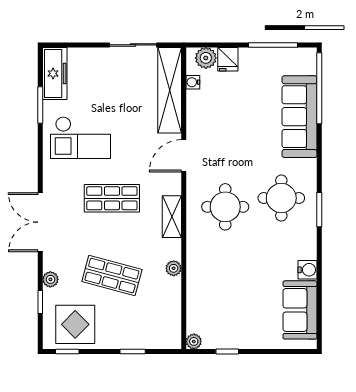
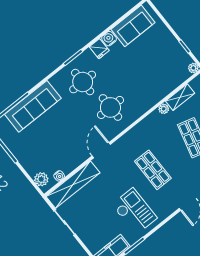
fridge: (228, 59) -> (99, 49), moved, turned 90
door: (184, 156) -> (101, 150), swing flipped
shelving: (172, 217) -> (180, 97), moved

